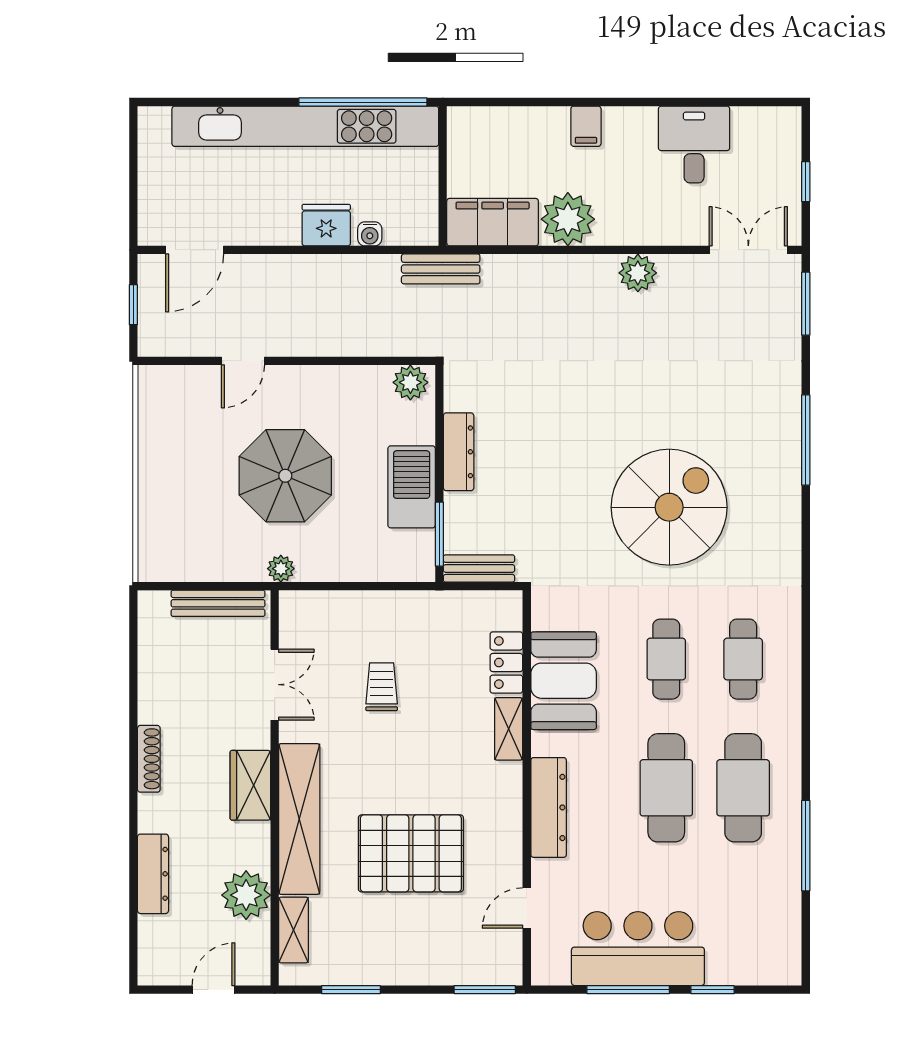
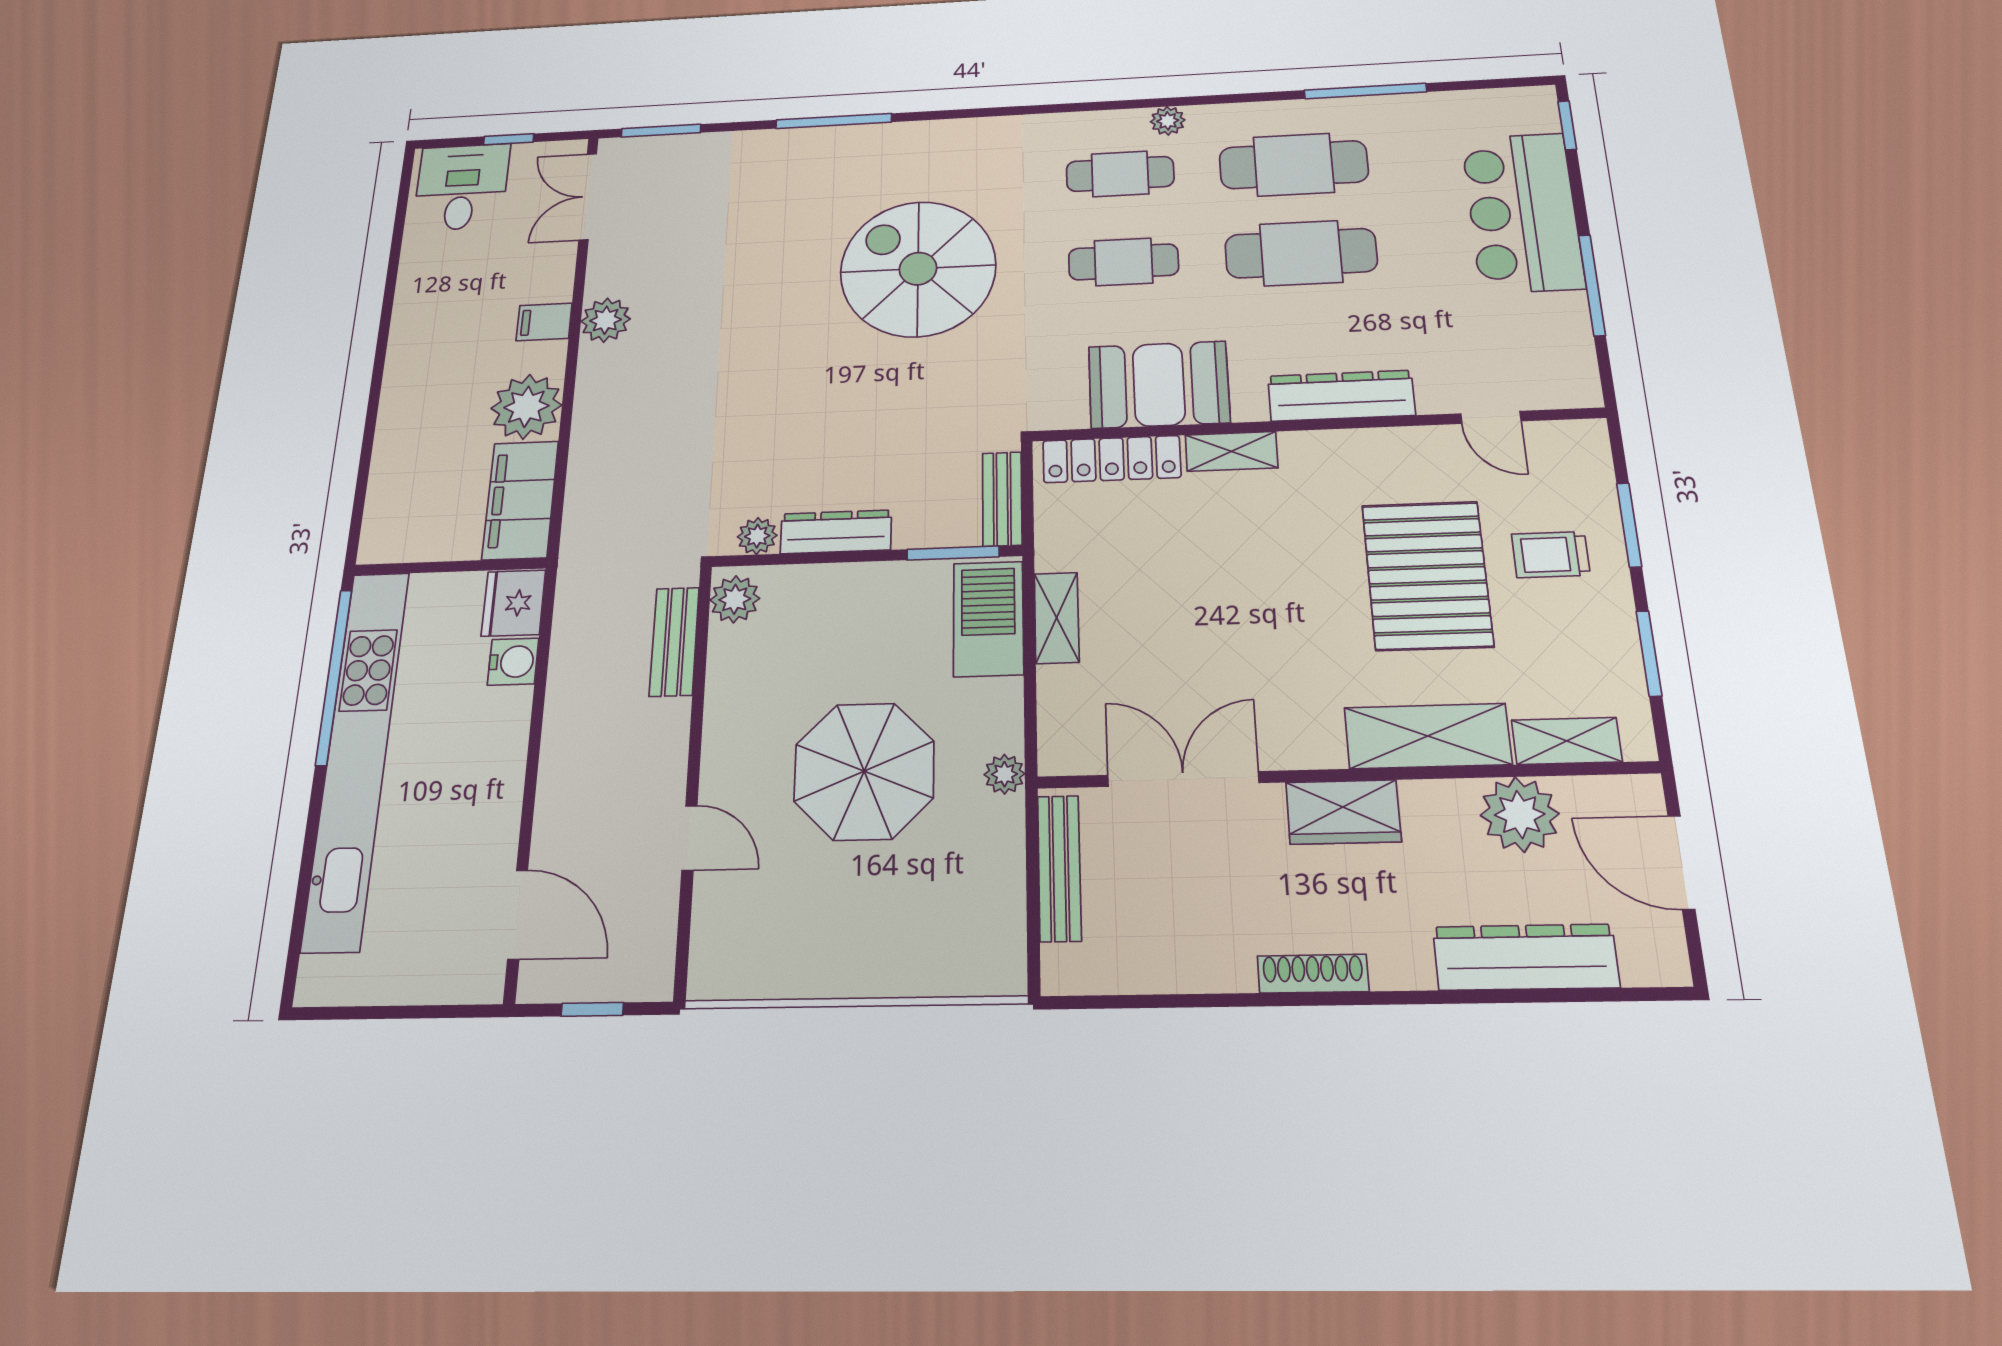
filing cabinet: (586, 126) -> (544, 322), moved, turned 180
desk: (694, 144) -> (462, 187), moved, turned 90
fridge: (326, 225) -> (514, 603), moved
water cooler: (370, 234) -> (513, 662), width x1.38, depth x1.38
bench: (441, 269) -> (674, 642), moved
plant: (458, 396) -> (757, 536), added
barbecue: (412, 487) -> (988, 619), moved, turned 90
shelving: (389, 605) -> (1057, 618), added
locker: (506, 663) -> (1112, 459), width x1.53
double door: (275, 685) -> (1183, 779), width x1.37
trolley: (382, 687) -> (1551, 555), moved
plant: (789, 696) -> (1168, 121), added
shelving: (299, 819) -> (1428, 736), width x0.68
dresser: (153, 874) -> (1526, 957), width x1.37, depth x1.24
bar counter: (638, 949) -> (1522, 212), moved
door: (213, 990) -> (1681, 862), width x1.38
window: (485, 990) -> (1629, 525), moved
window: (713, 990) -> (1567, 125), moved

